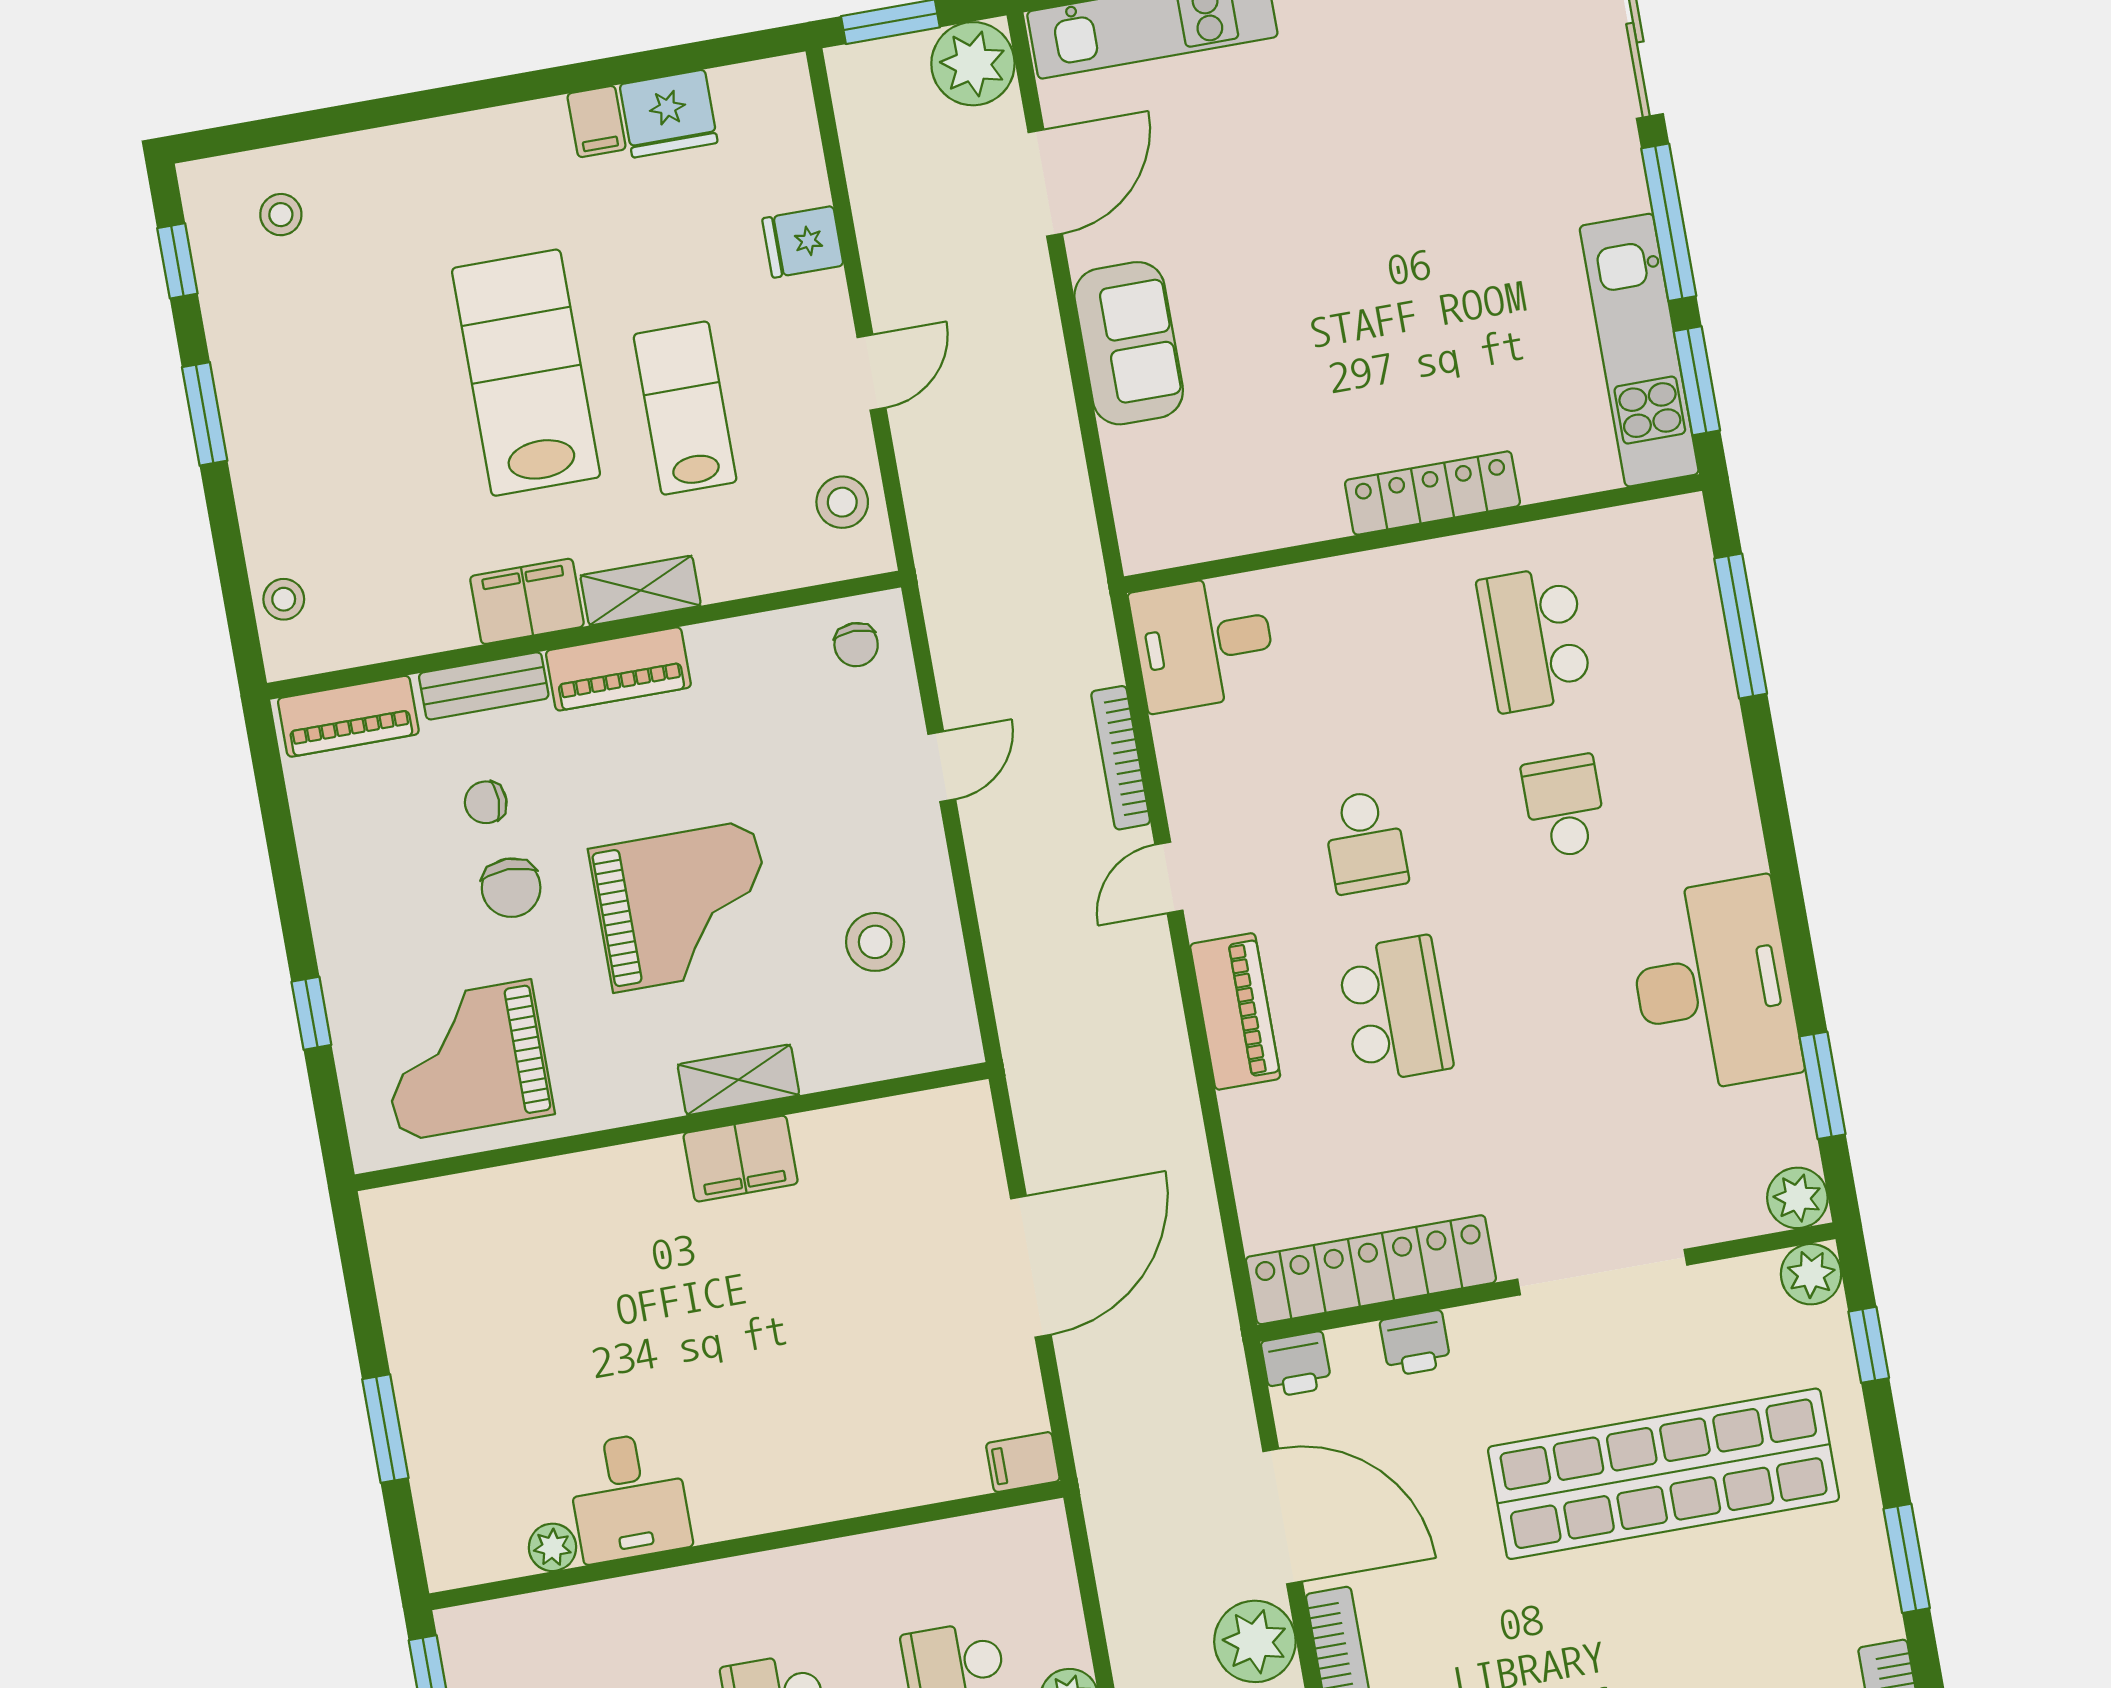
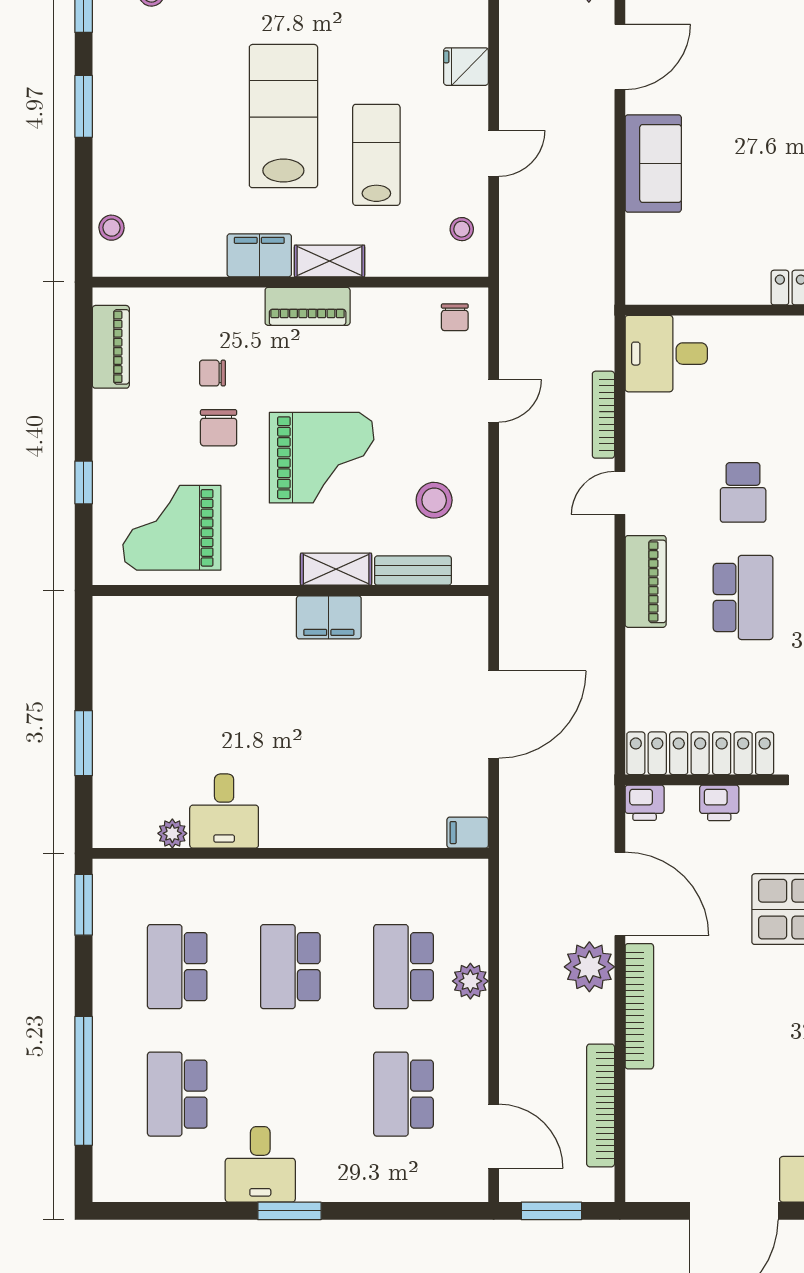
stool: (842, 502) -> (462, 229), width x0.73, depth x0.73
bench: (484, 686) -> (413, 571), moved
piano: (348, 716) -> (111, 347), moved, turned -90

